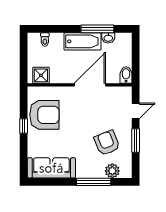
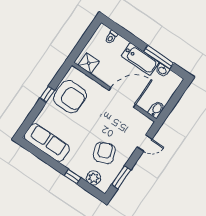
window: (136, 140) -> (121, 177), moved
window: (94, 182) -> (73, 177), width x0.46

